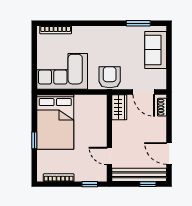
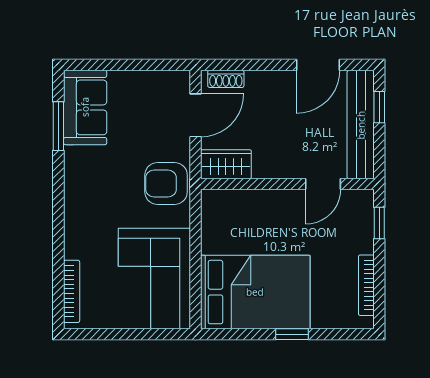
sofa: (156, 50) -> (85, 107), moved, turned -90

